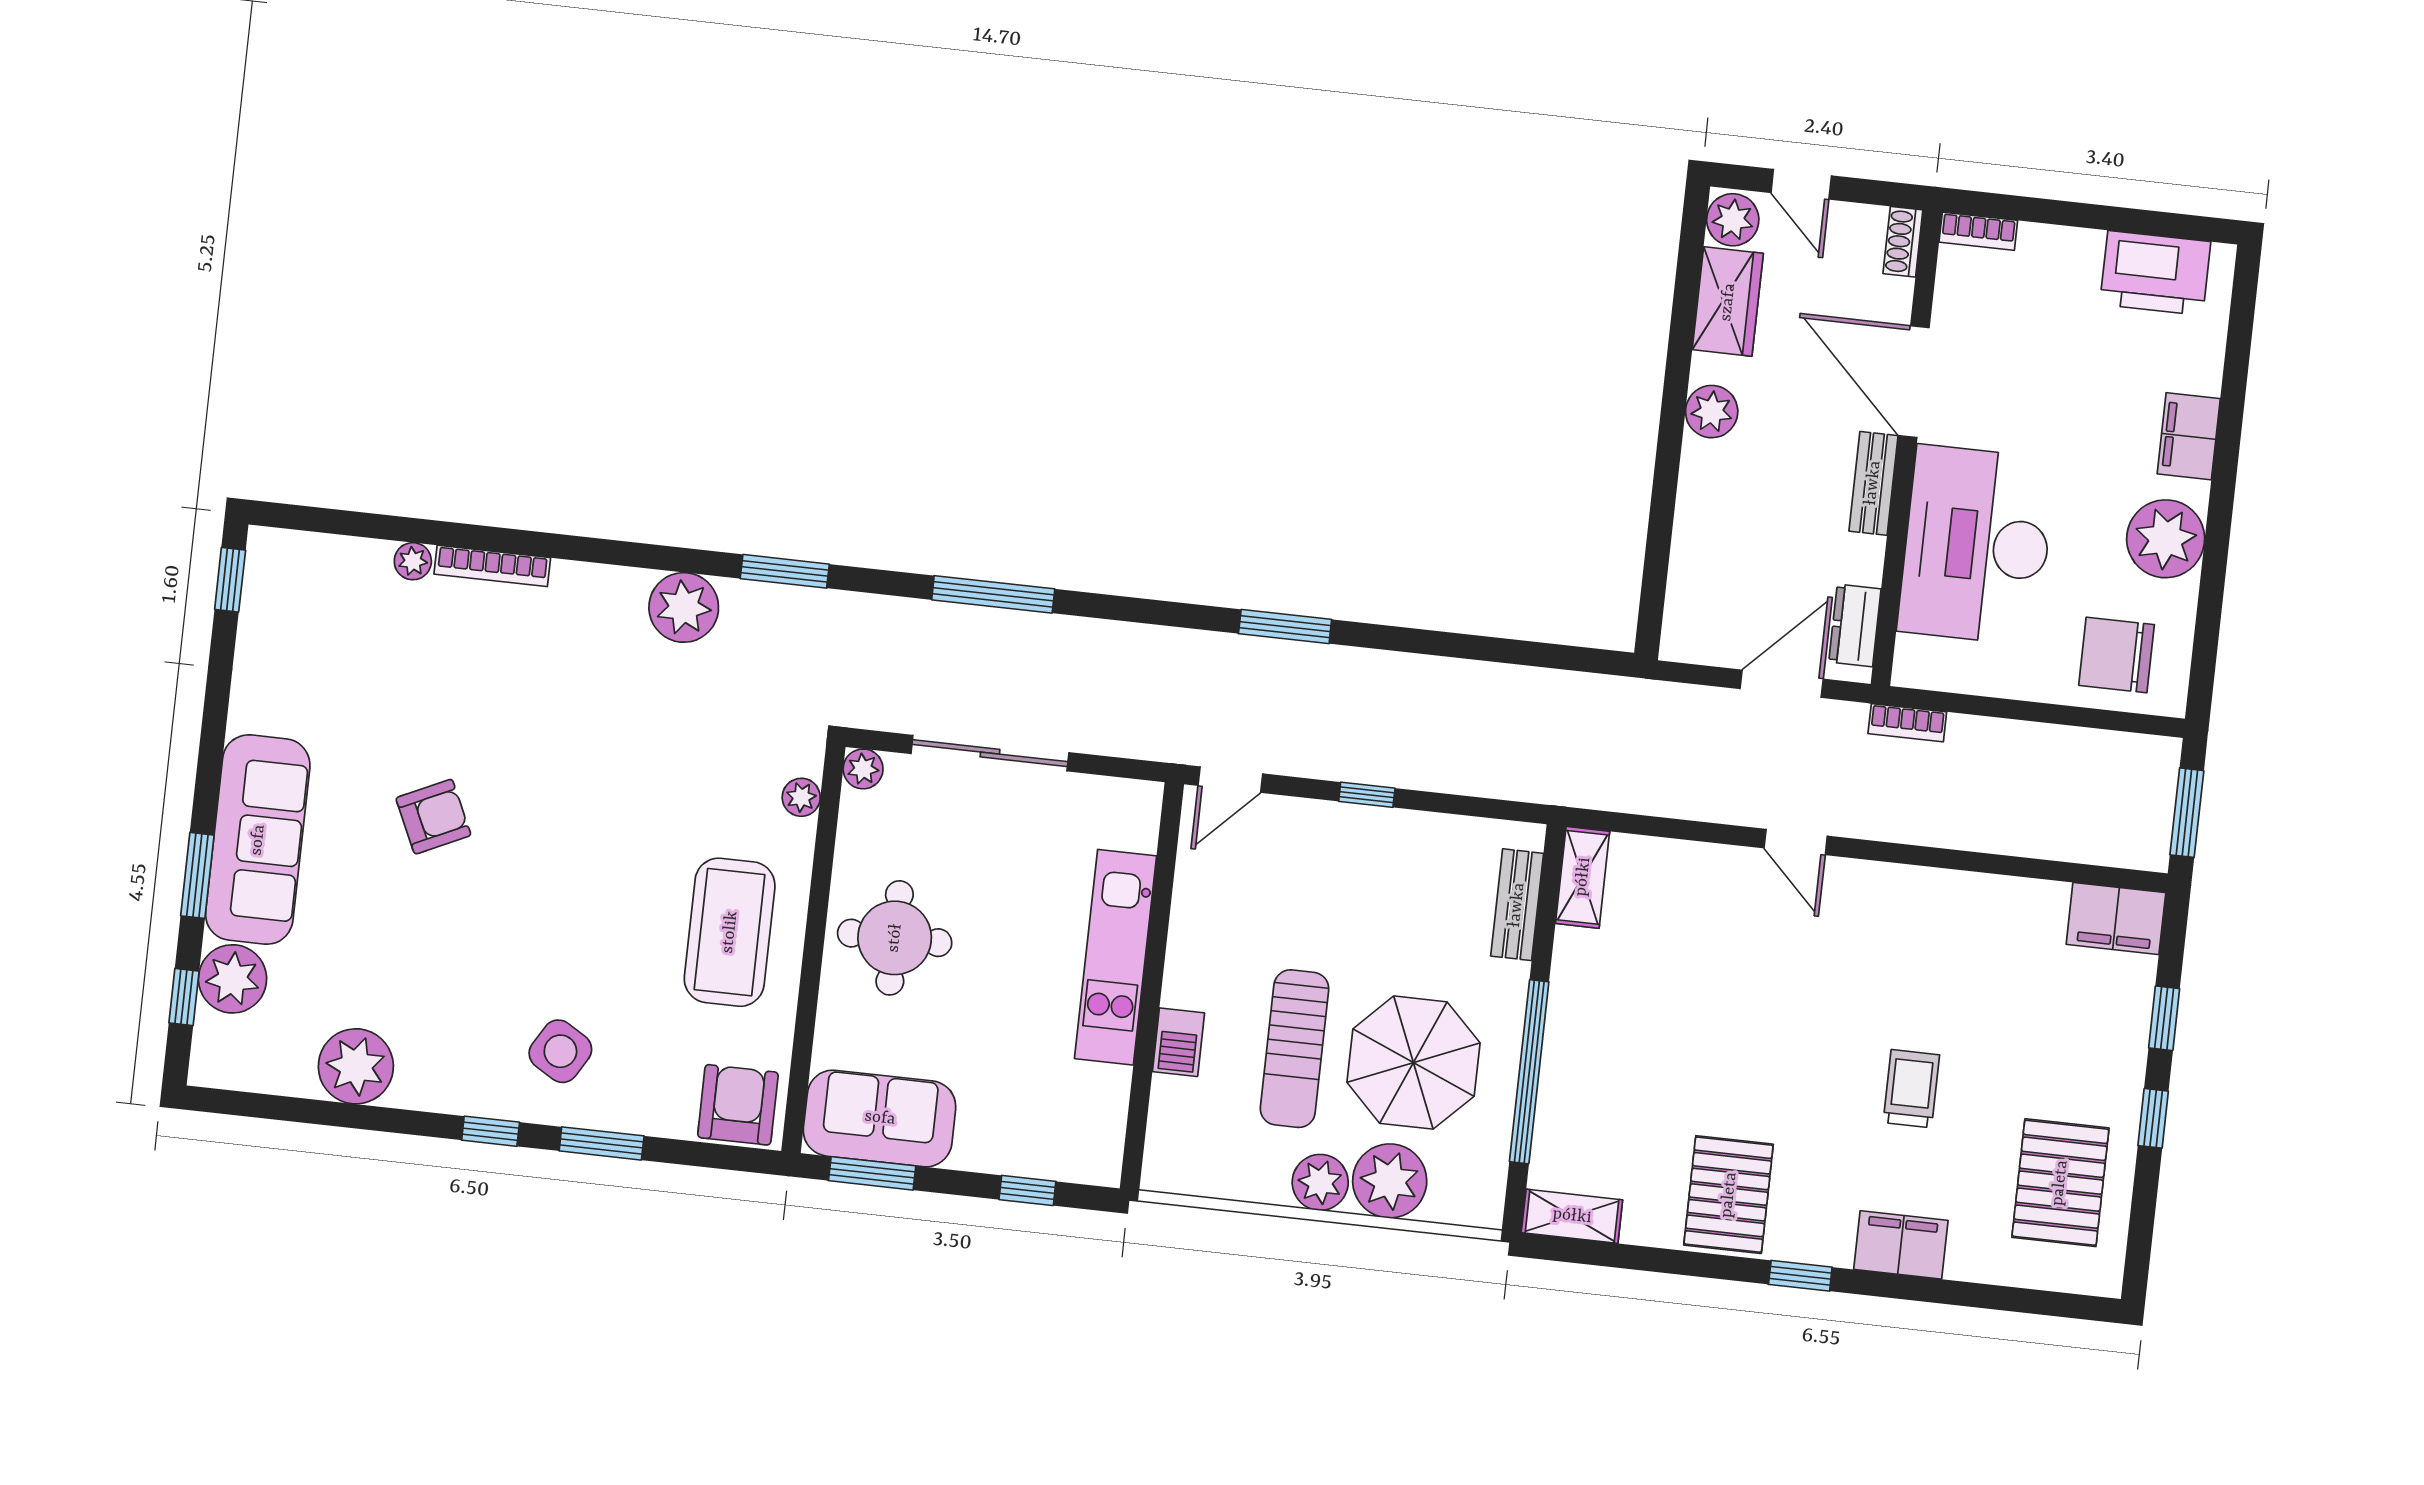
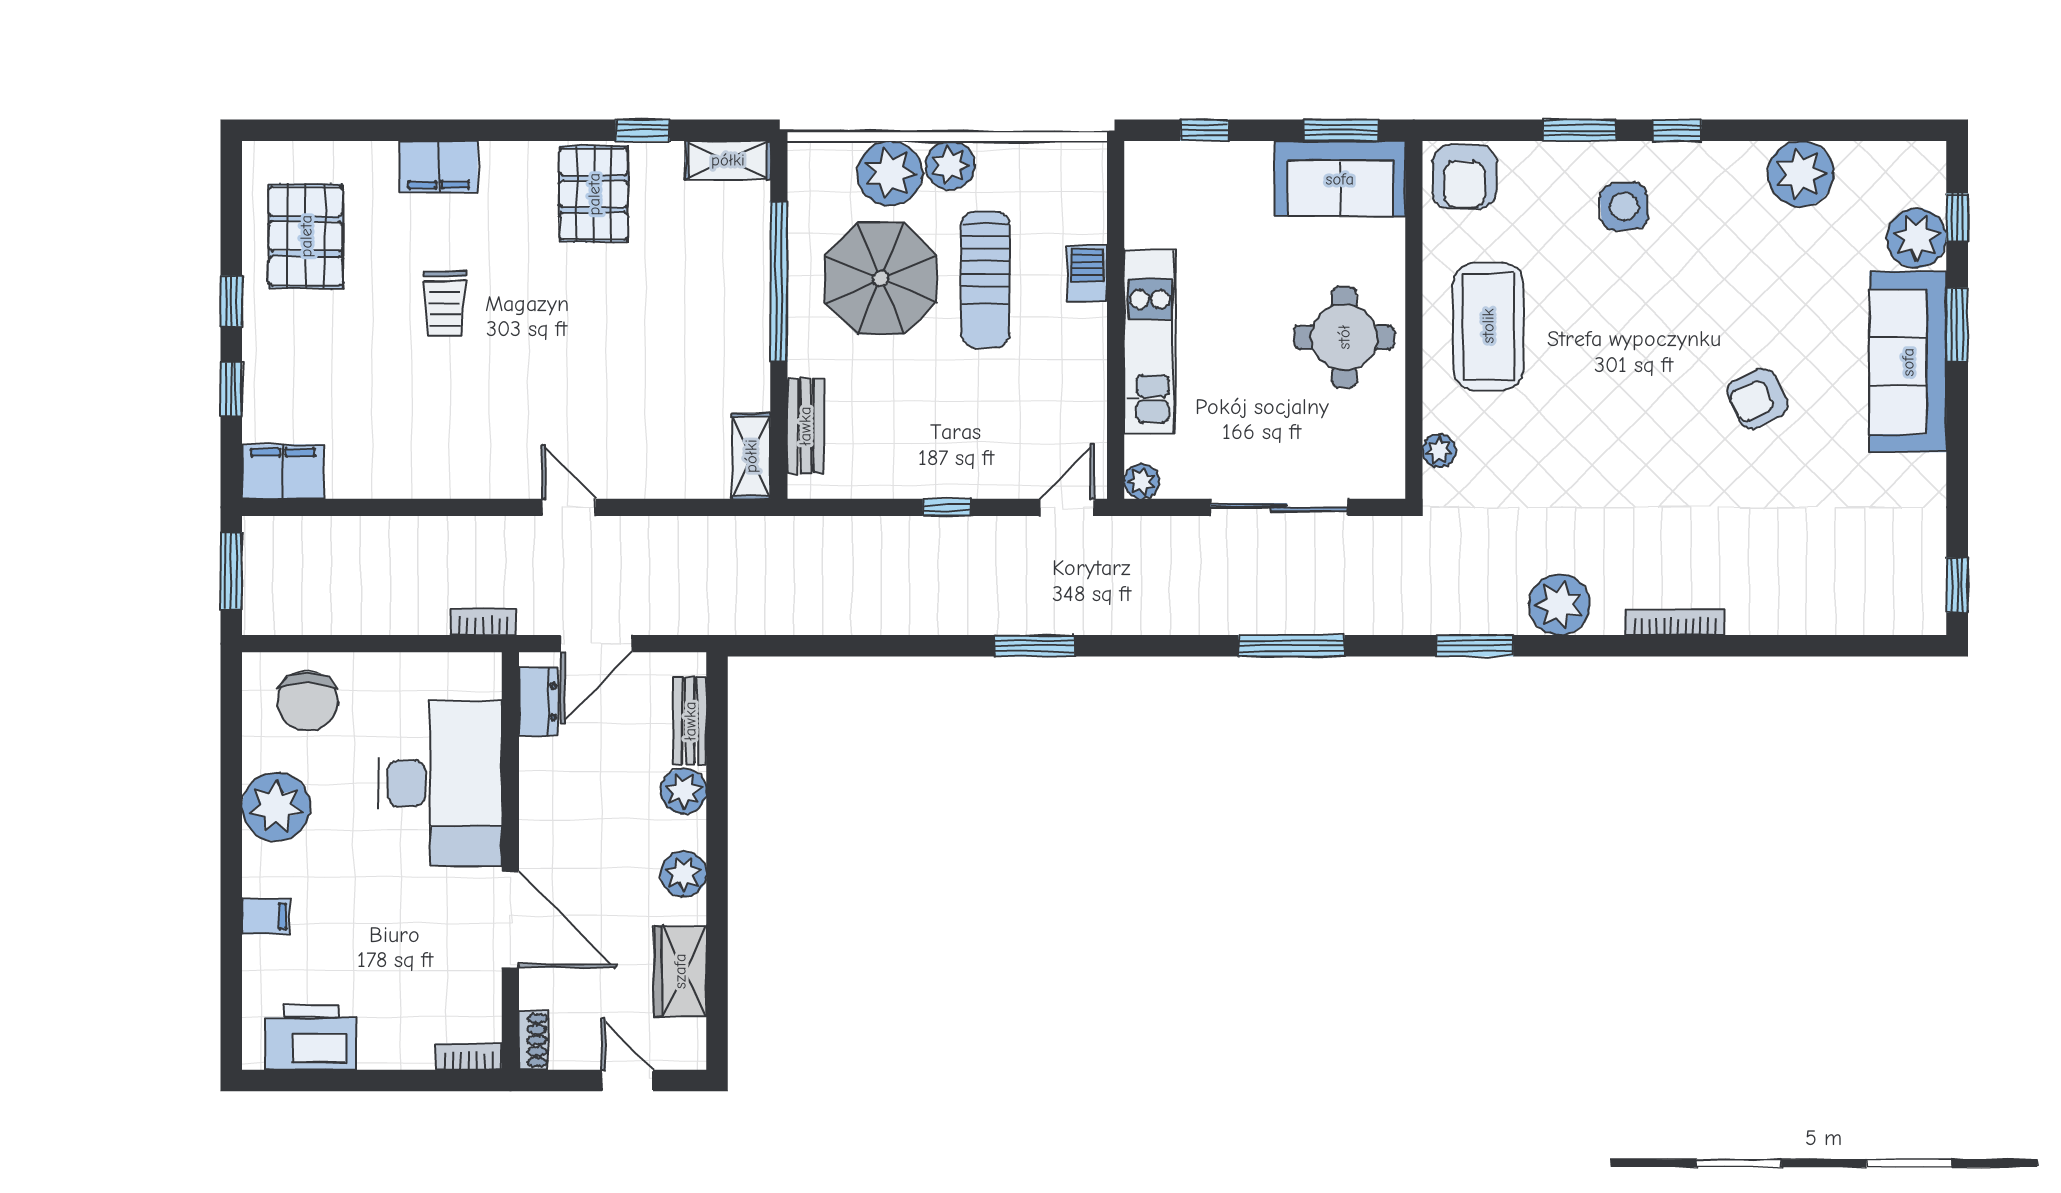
plant: (1733, 220) -> (684, 791), moved
filing cabinet: (2189, 436) -> (266, 916), width x0.50
bench: (1873, 483) -> (690, 721), moved
plant: (413, 561) -> (1800, 619), removed
bookcase: (492, 566) -> (1675, 622), moved
chair: (2117, 655) -> (308, 701), turned 90
plant: (863, 769) -> (1141, 481), moved
sun lounger: (1295, 1049) -> (985, 279), turned 180
side table: (560, 1051) -> (1624, 207), turned -35
window: (1800, 1276) -> (643, 130), moved

